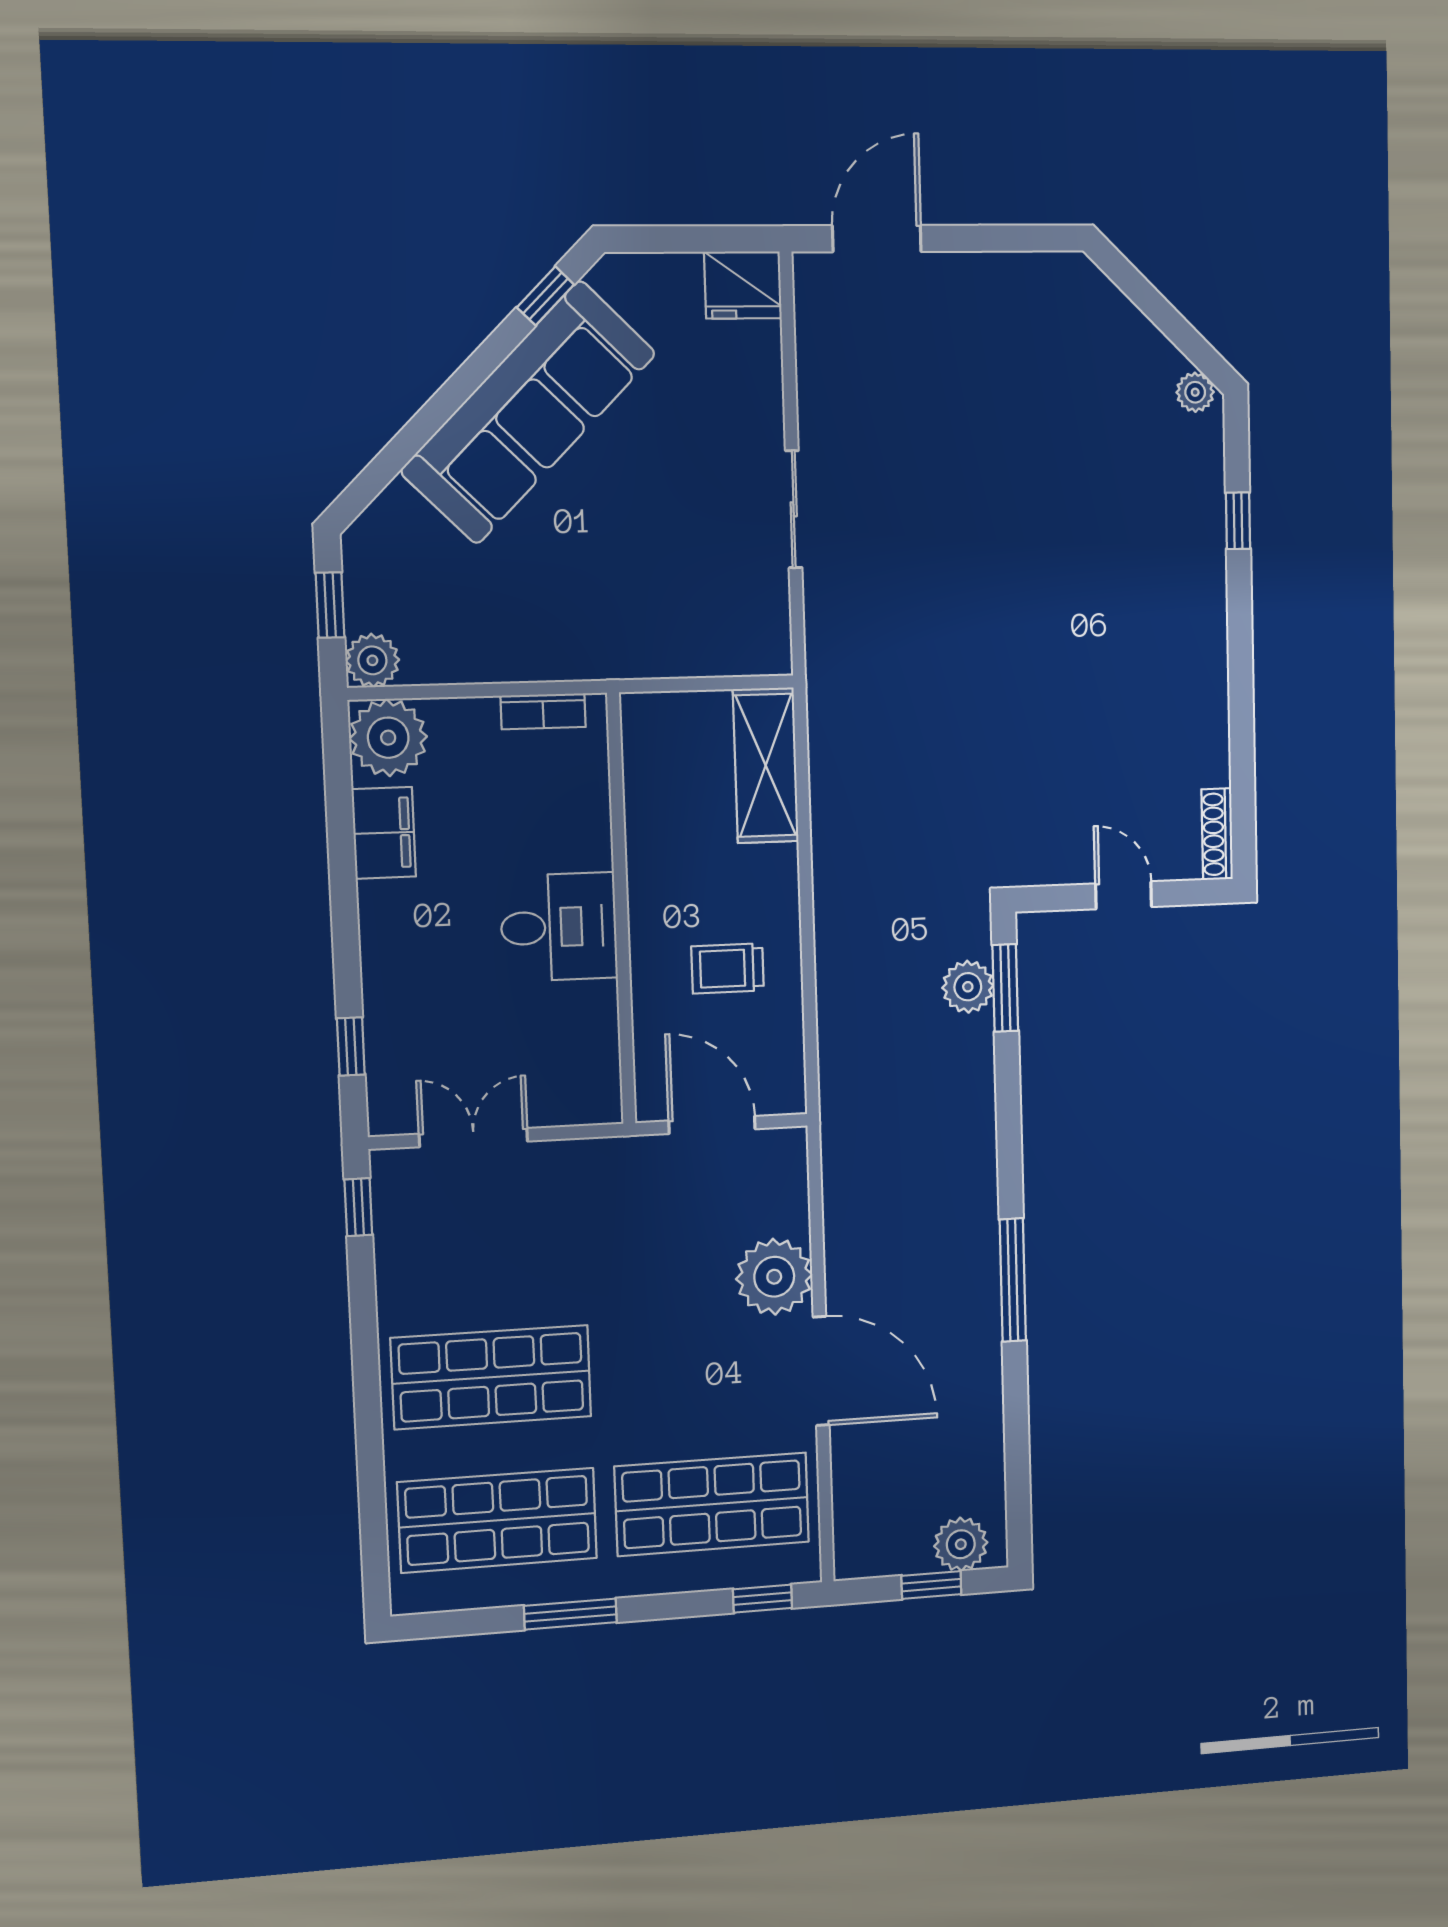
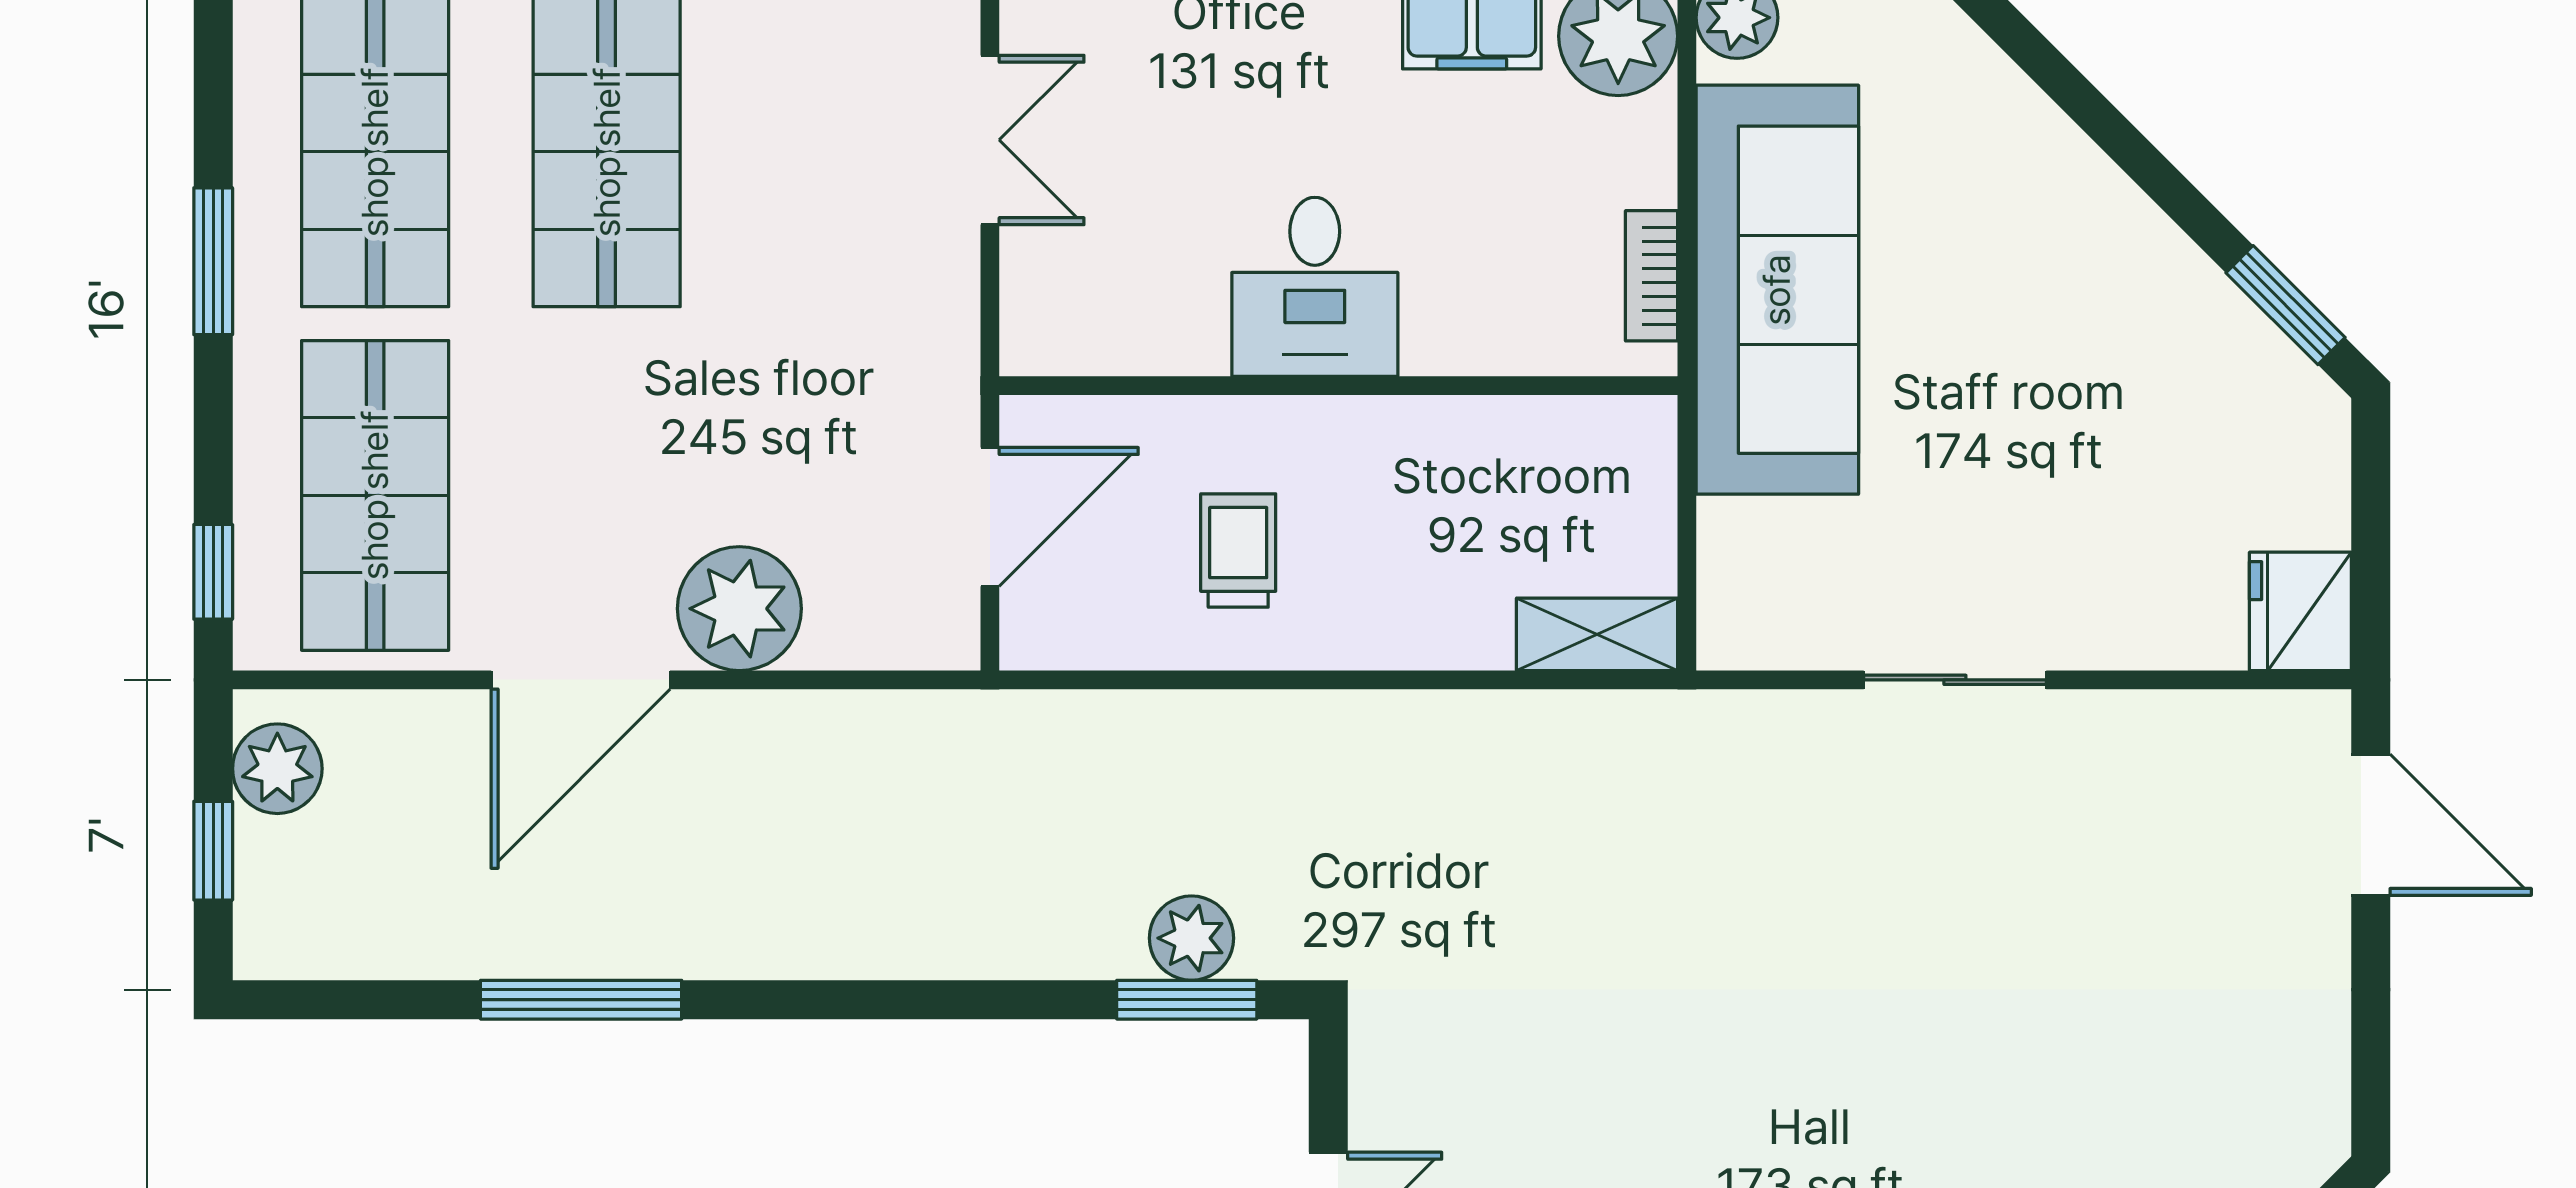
window: (546, 296) -> (2285, 305), width x1.50
sofa: (528, 412) -> (1777, 290), moved, turned -135
shelving: (766, 765) -> (1597, 634), width x0.67, depth x0.75
window: (1013, 1280) -> (581, 1000), moved
plant: (961, 1544) -> (277, 769), moved

